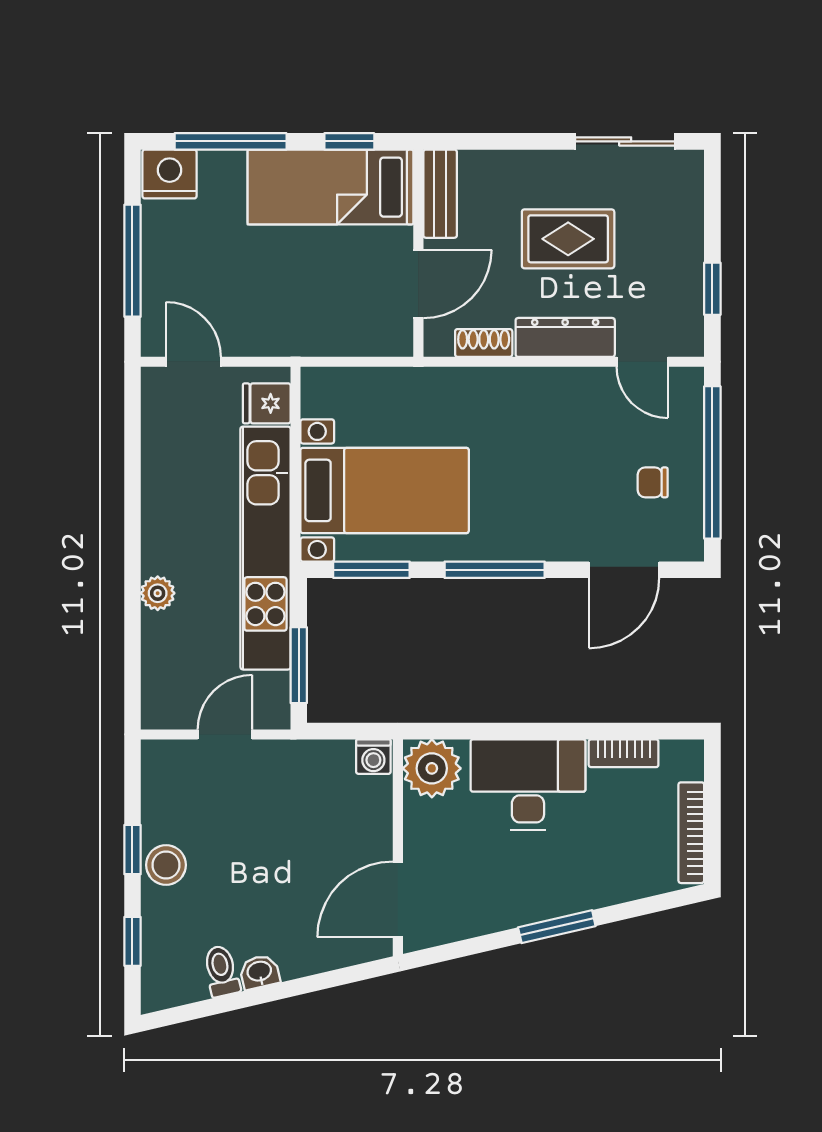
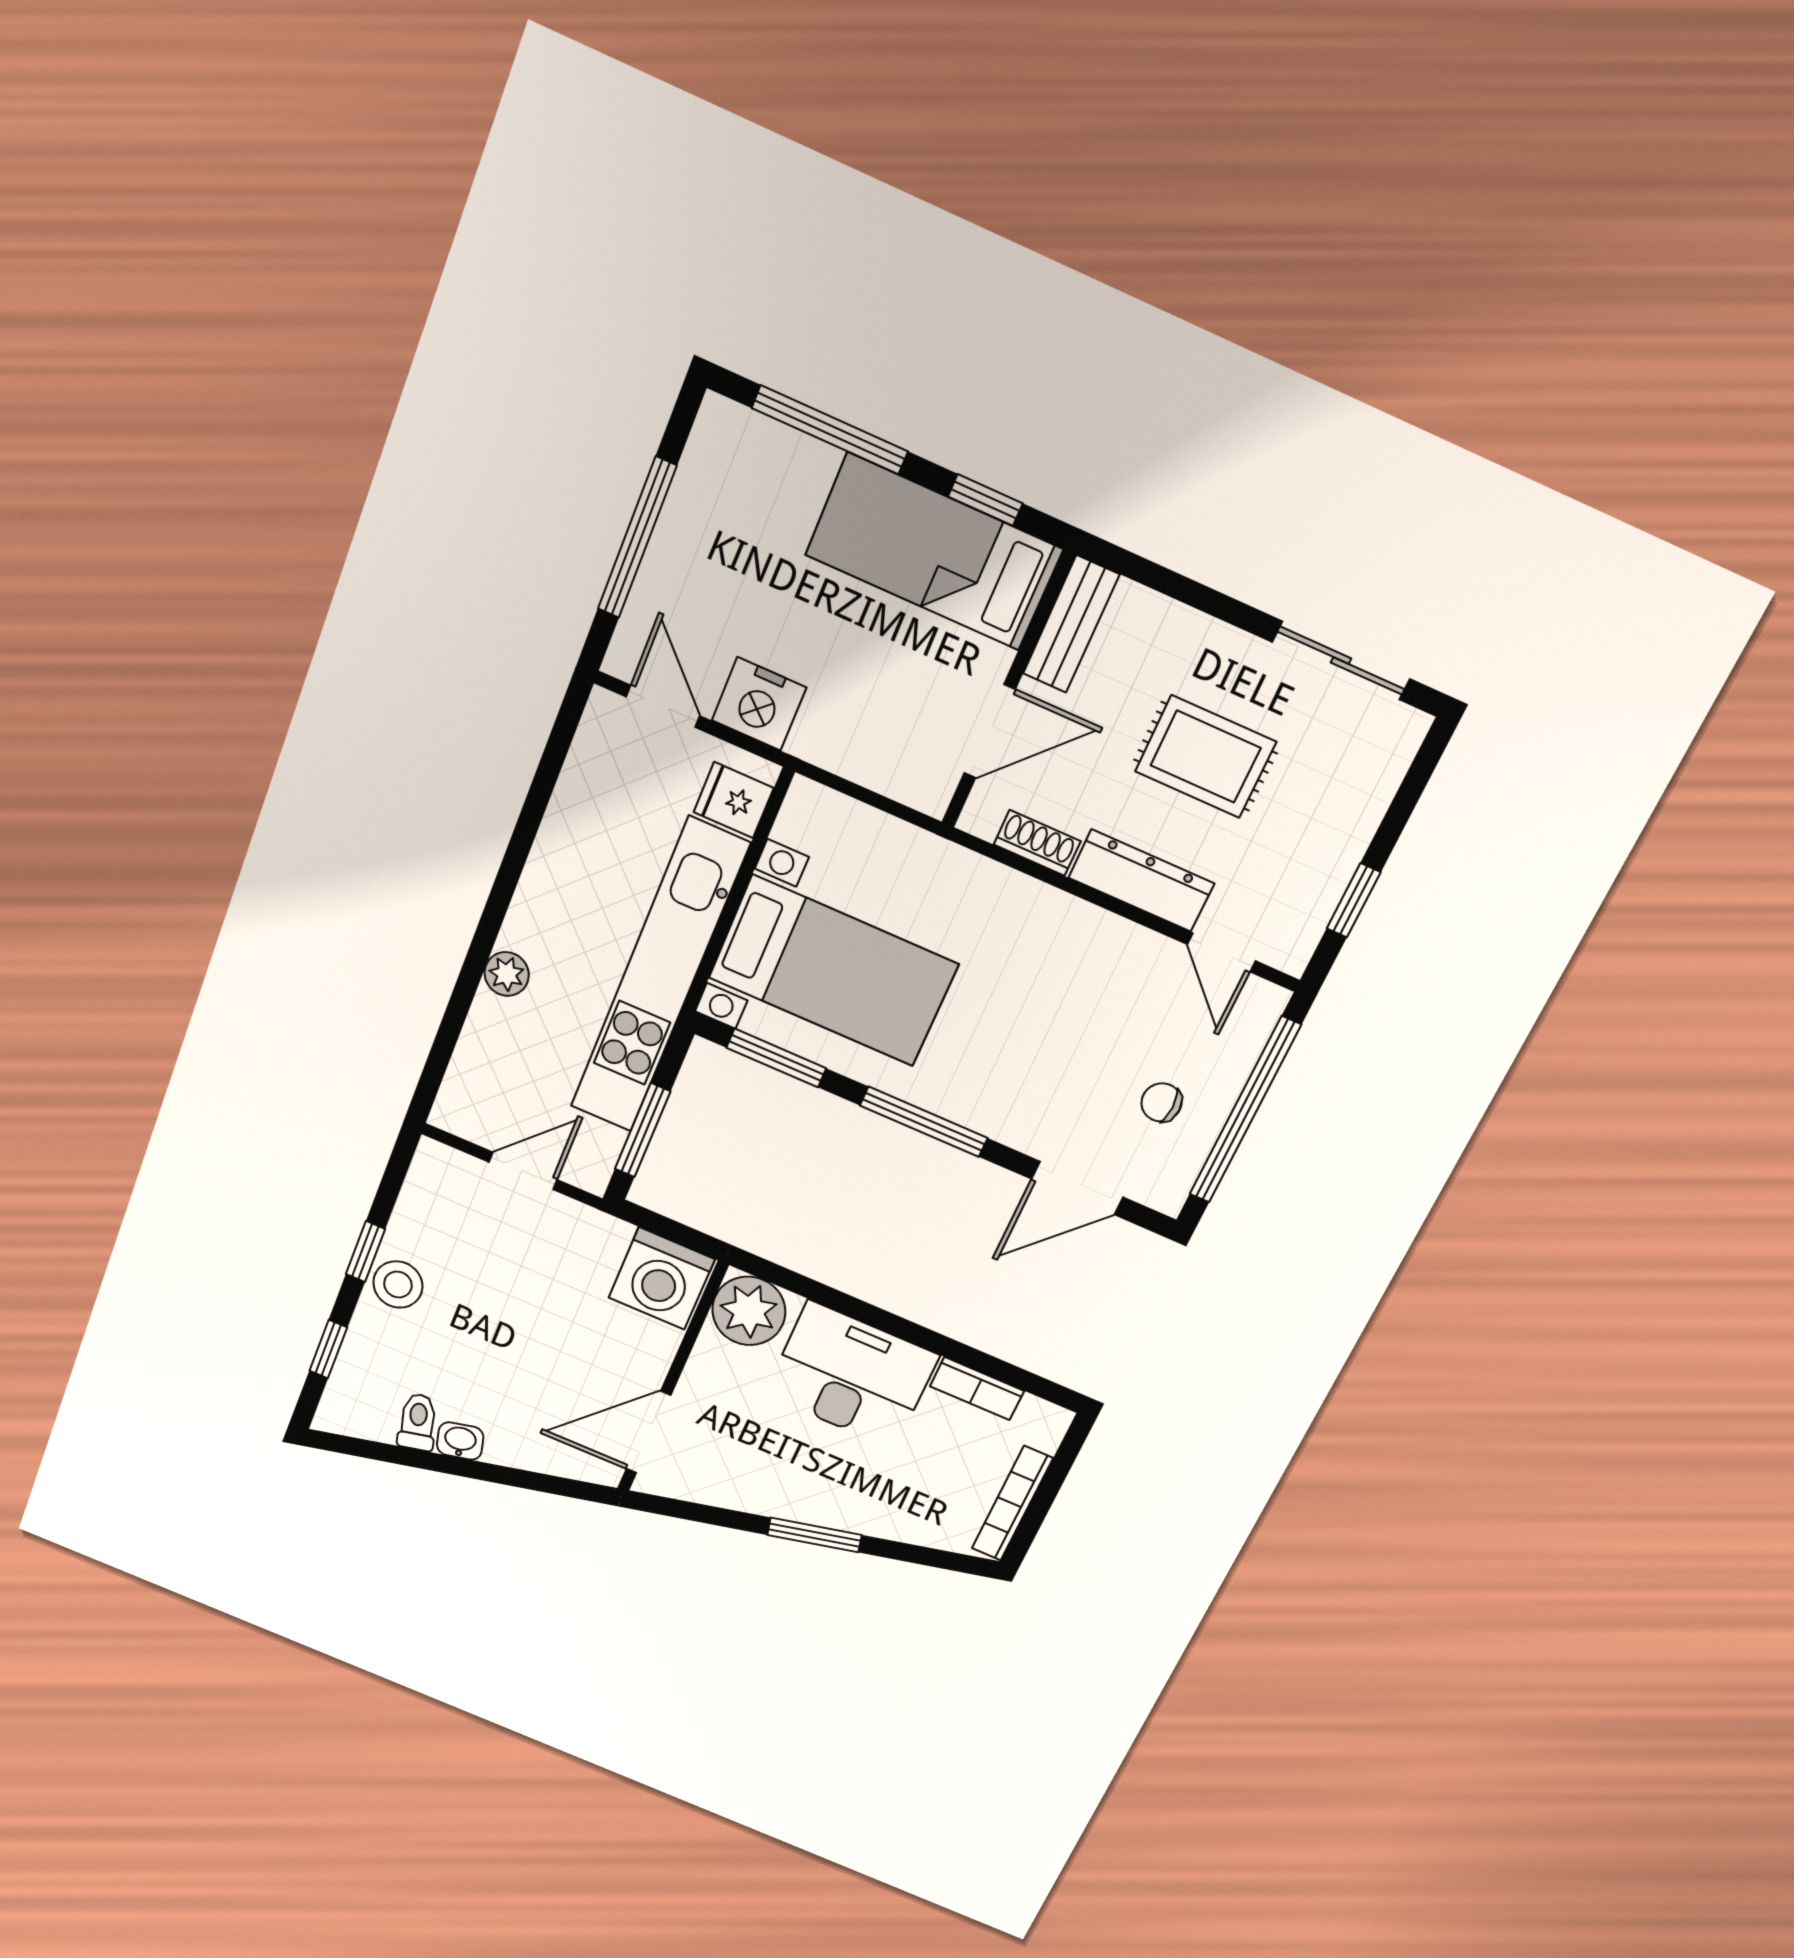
nightstand: (170, 174) -> (759, 704), moved, turned 180
washing machine: (373, 757) -> (662, 1279), width x1.89, depth x1.89

